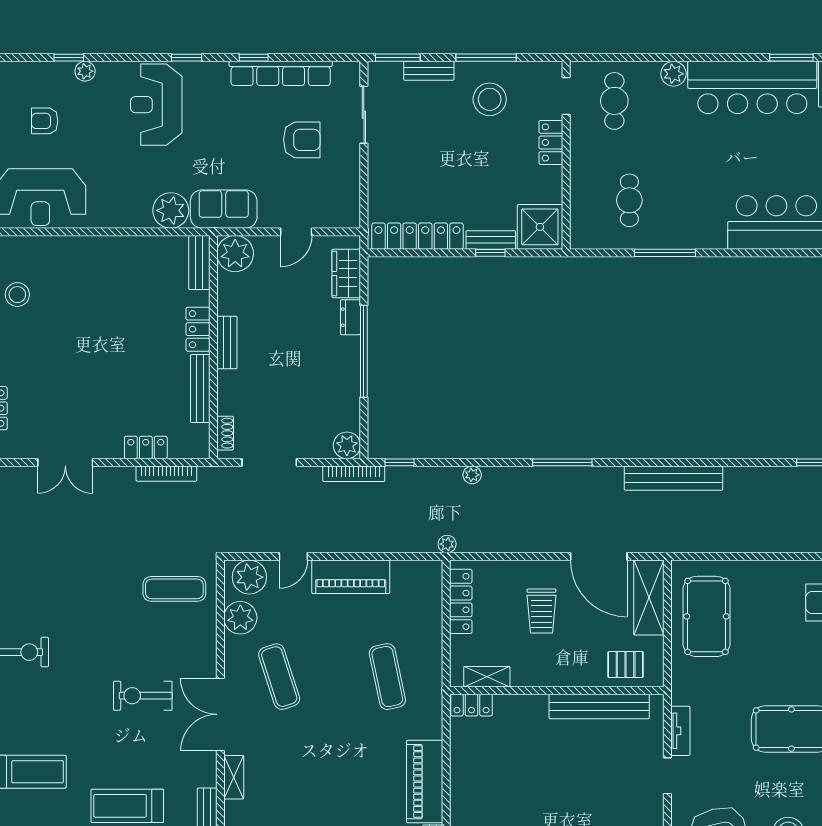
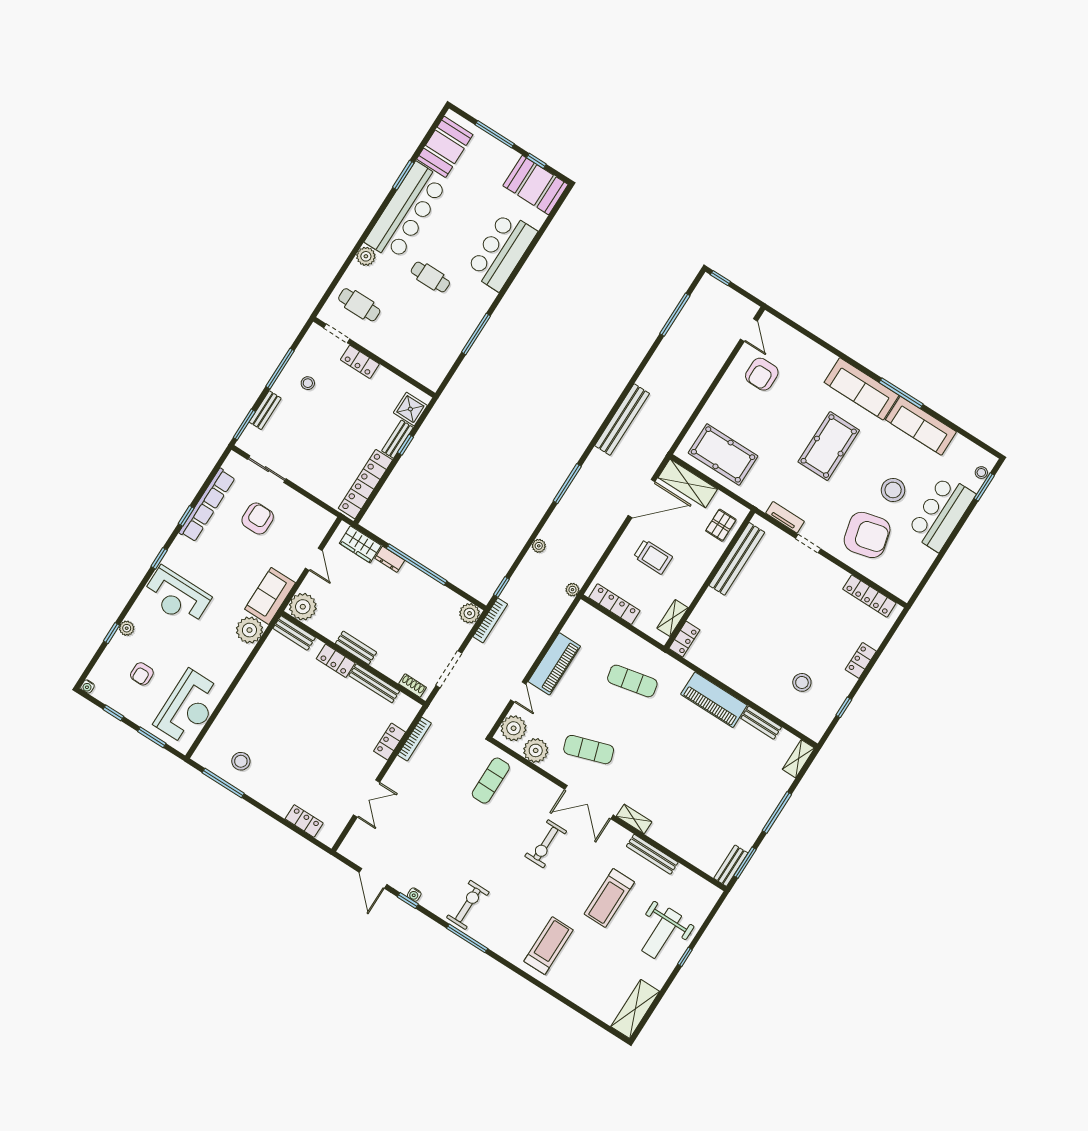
stool: (490, 99) -> (308, 383), width x0.53, depth x0.53
cafe table: (629, 200) -> (430, 277), moved
shower: (540, 227) -> (410, 409), width x0.73, depth x0.73

